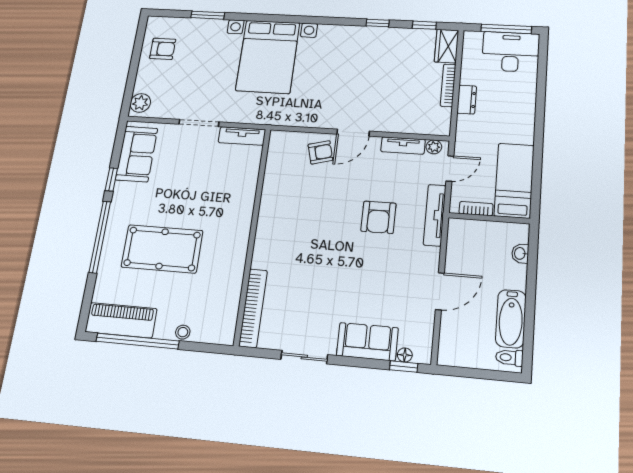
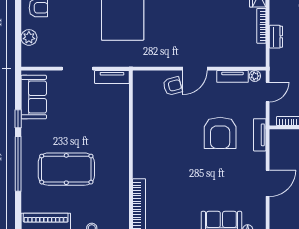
plant: (140, 103) -> (29, 37), moved
tv unit: (435, 215) -> (260, 135), width x0.71
armchair: (378, 217) -> (220, 133), width x1.36, depth x1.36

